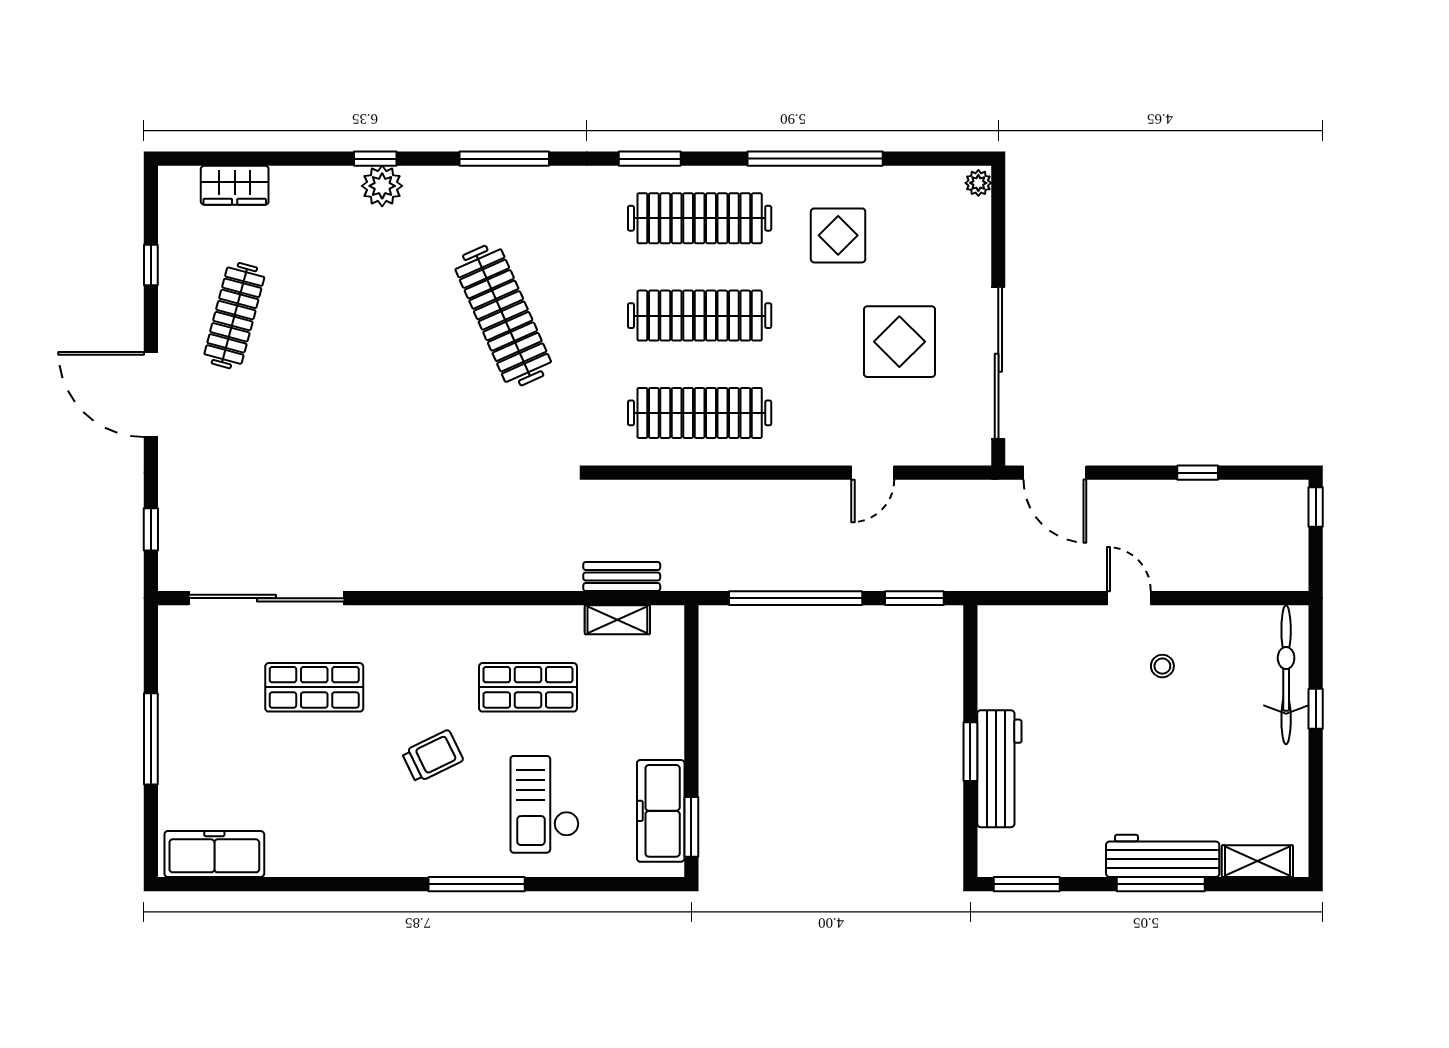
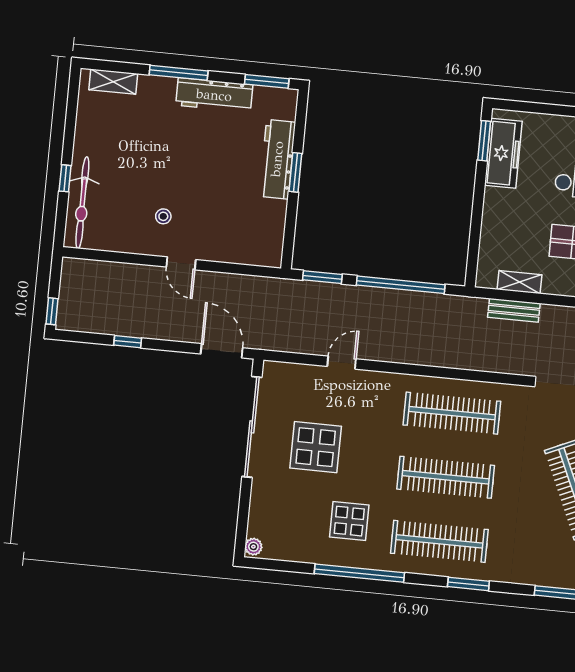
workbench: (1163, 856) -> (214, 95), moved

